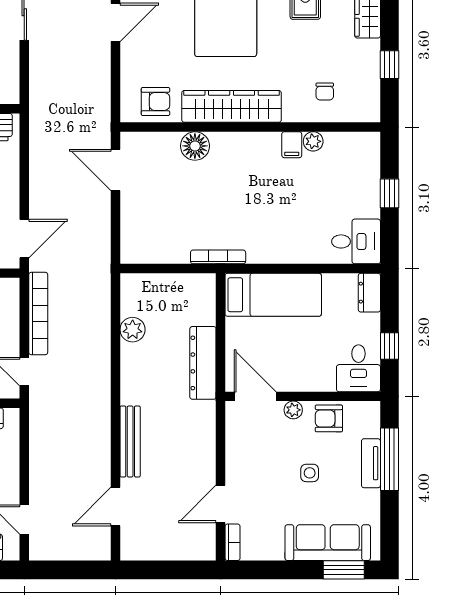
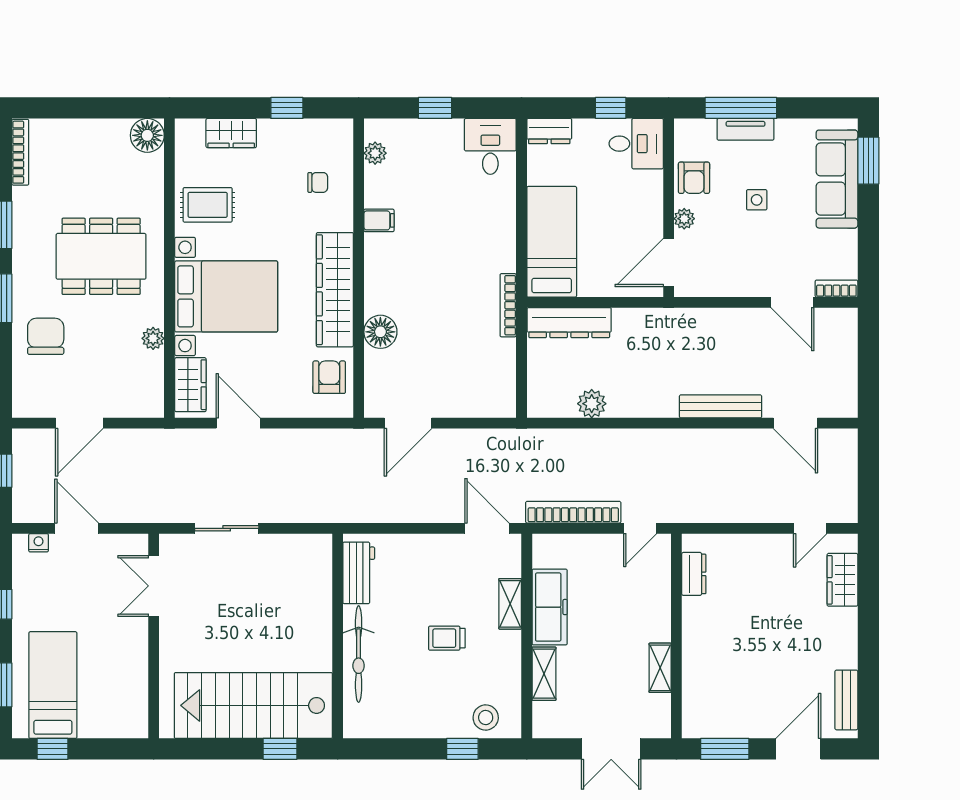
plant: (313, 141) -> (375, 153), moved
dresser: (203, 363) -> (569, 323), moved

